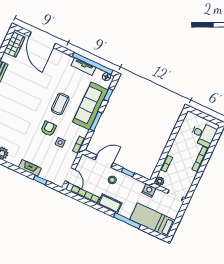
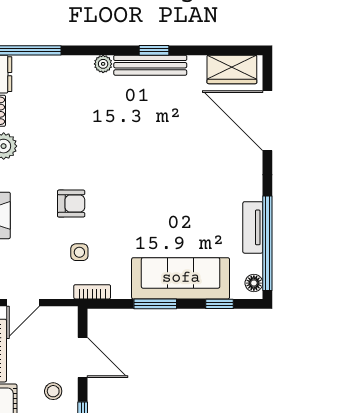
door: (42, 40) -> (267, 121), hinge flipped
coffee table: (60, 104) -> (156, 216), removed
armchair: (48, 129) -> (71, 204), moved

